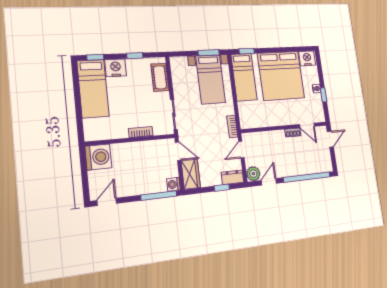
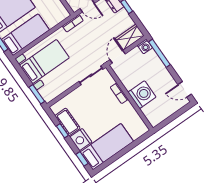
window: (209, 53) -> (37, 94), moved
cot: (160, 77) -> (67, 122), moved, turned 90
washing machine: (98, 157) -> (142, 95), moved, turned 90

